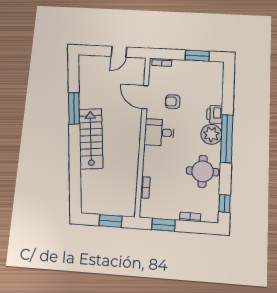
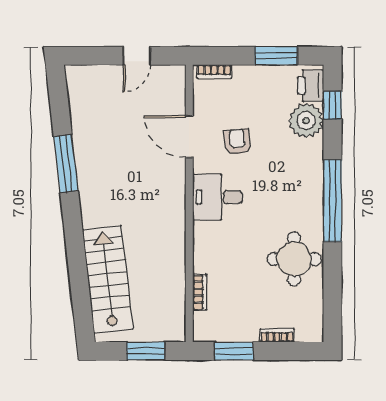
armchair: (173, 102) -> (237, 142), turned 84
printer: (215, 114) -> (310, 86), moved
plant: (211, 134) -> (306, 121), moved
stairs: (91, 139) -> (108, 279), moved
window: (225, 203) -> (332, 105), moved

